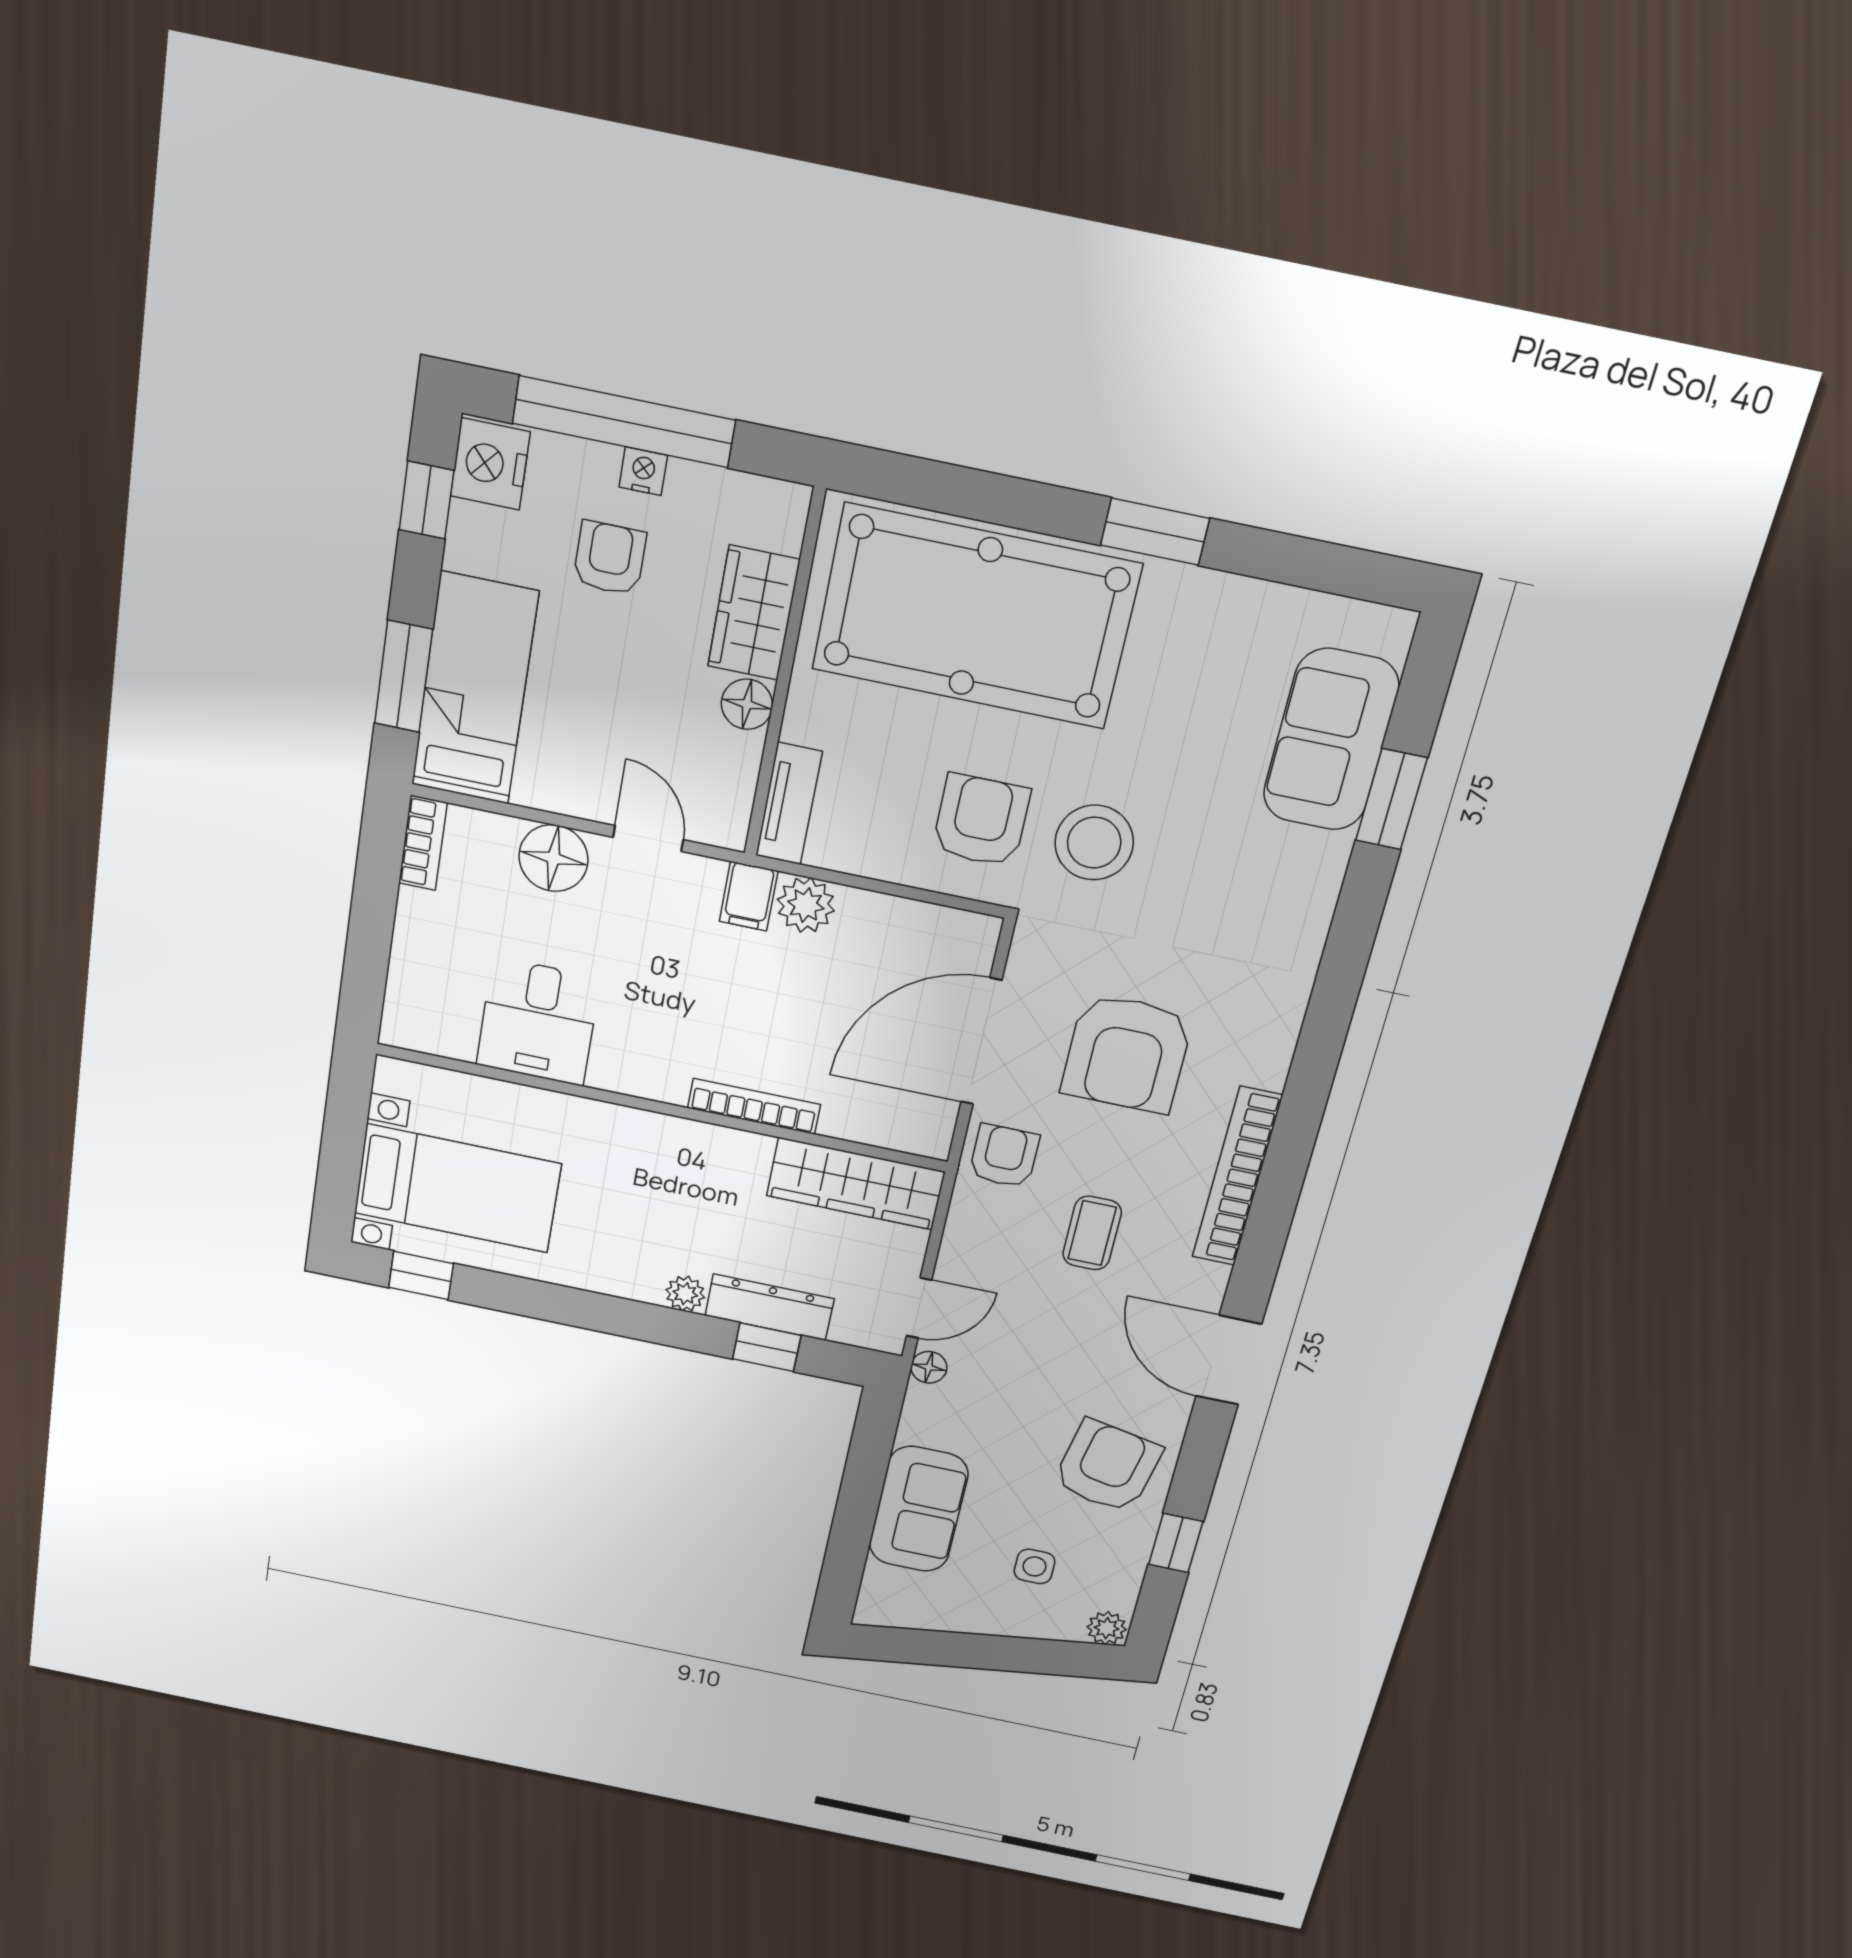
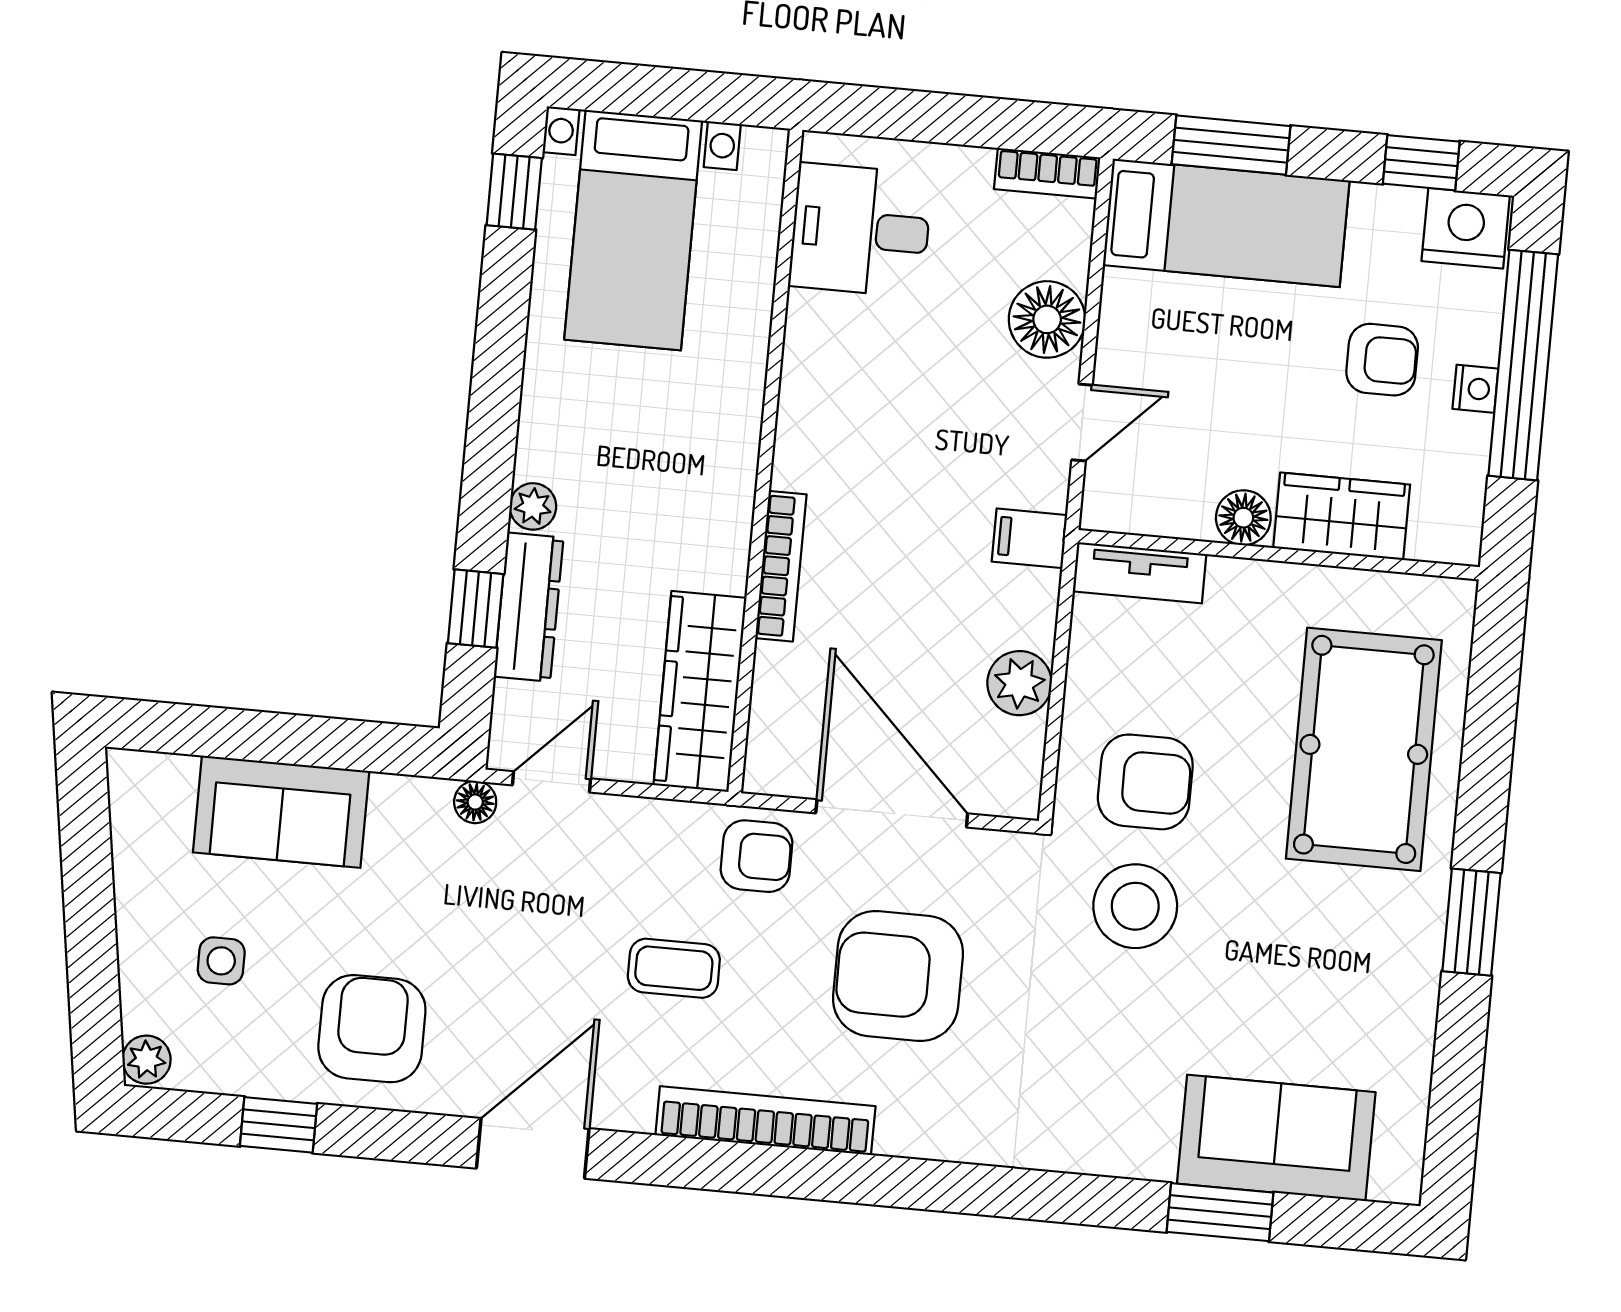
pool table: (976, 617) -> (1364, 749), width x0.73, depth x0.76
plant: (806, 905) -> (1019, 683), moved
desk: (538, 1021) -> (861, 230), moved
door: (919, 1308) -> (551, 782), swing flipped
armchair: (1107, 1466) -> (372, 1029), turned -101

